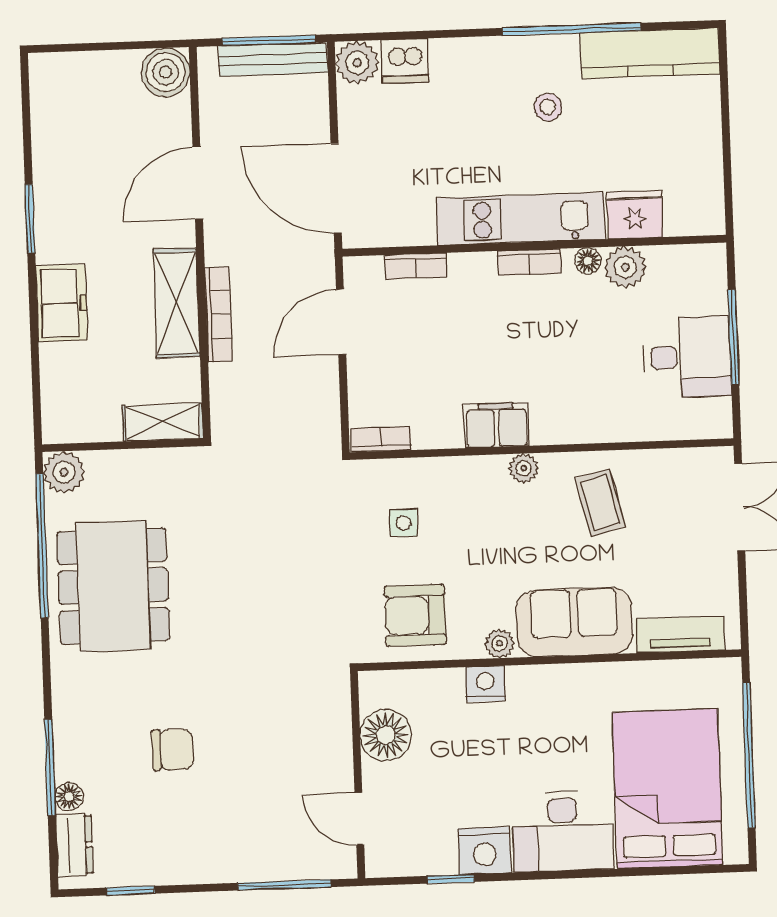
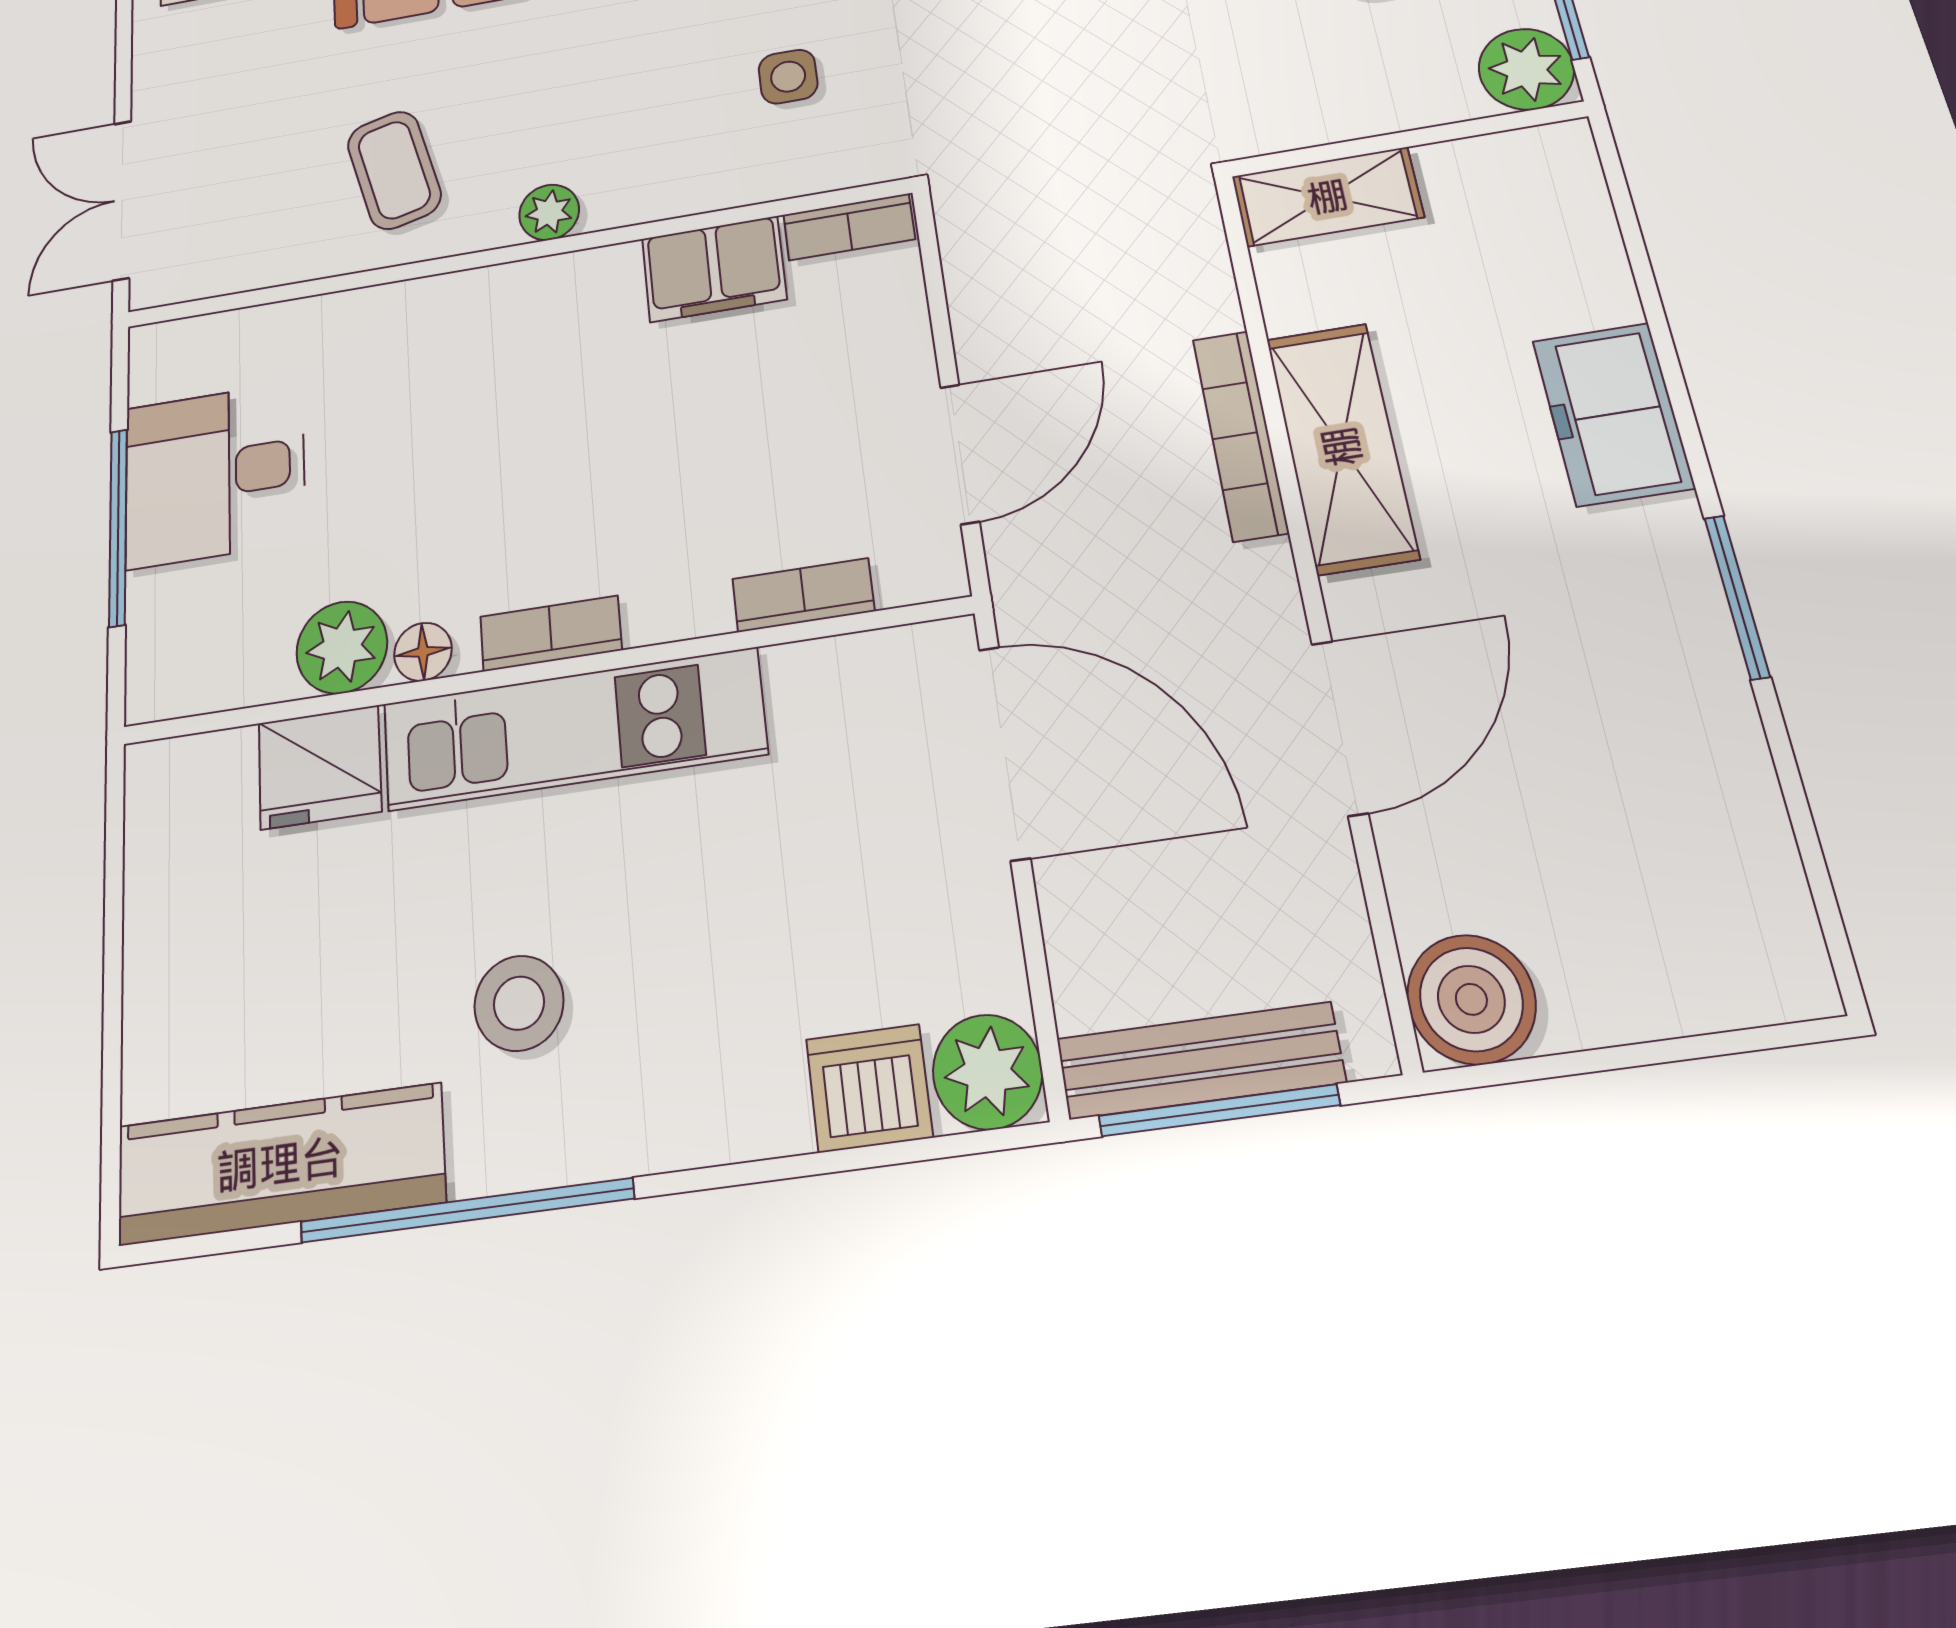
stool: (548, 107) -> (519, 1003), width x1.37, depth x1.37
filing cabinet: (496, 425) -> (714, 269), moved

